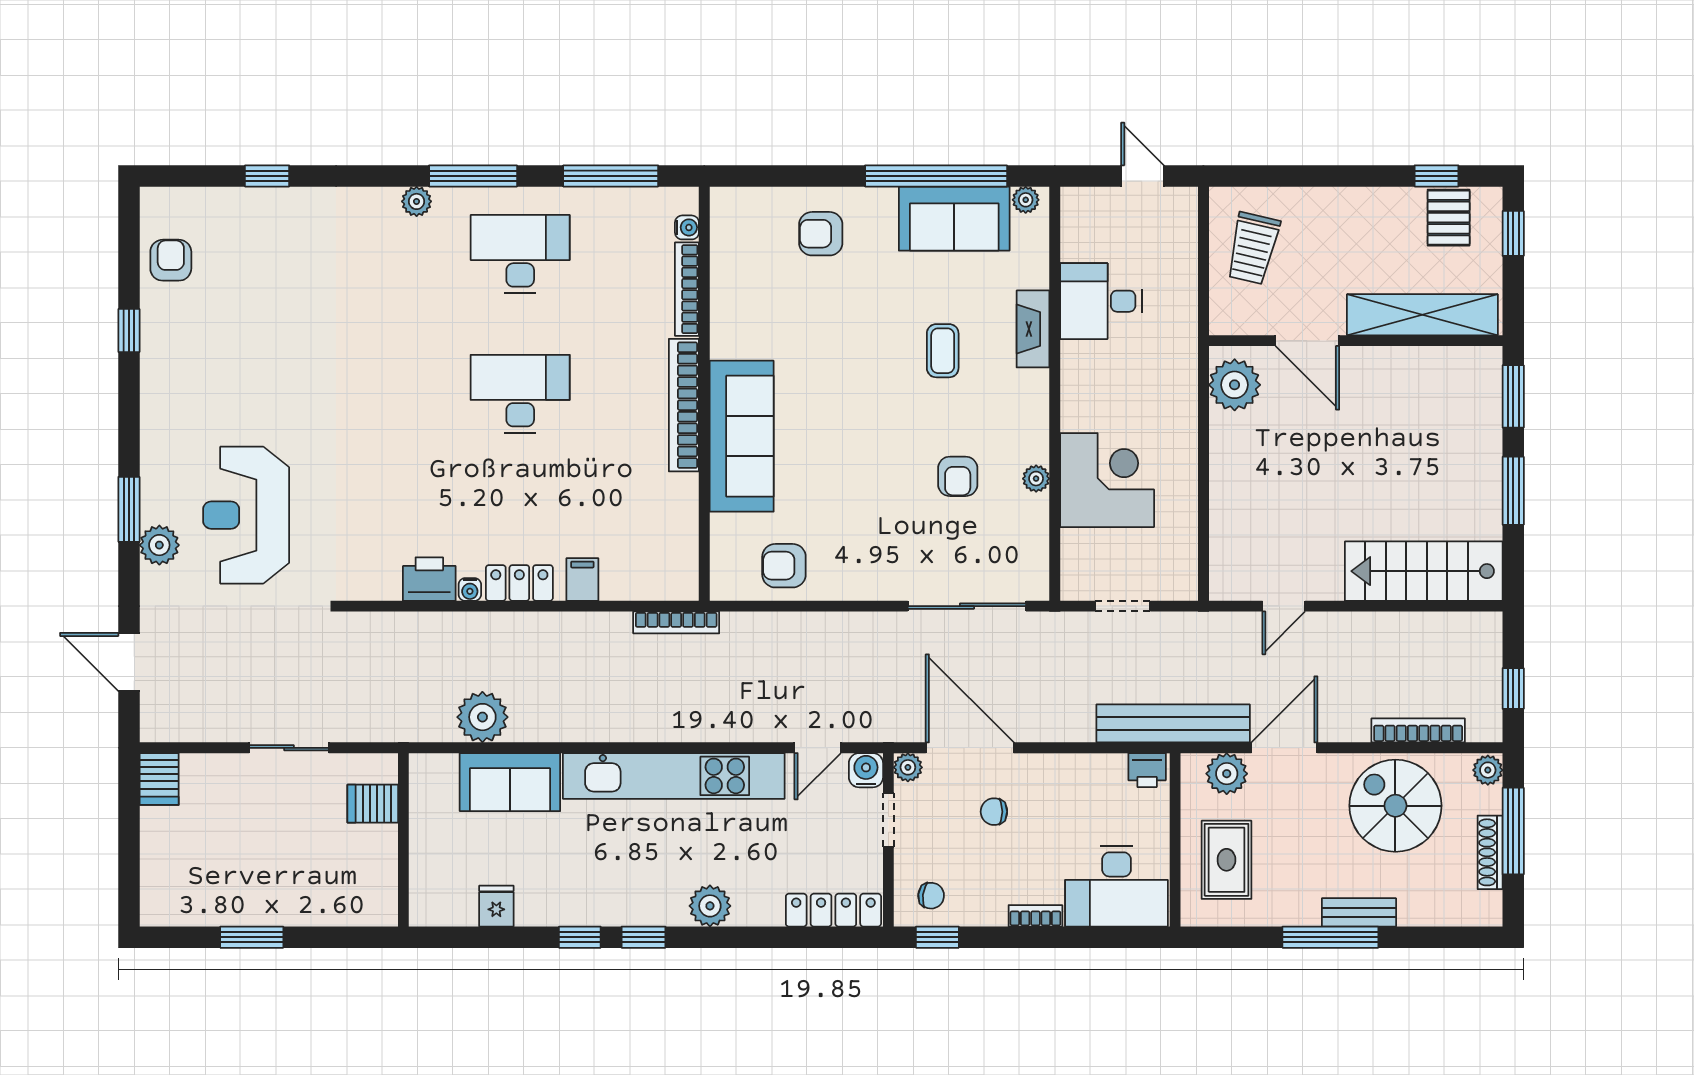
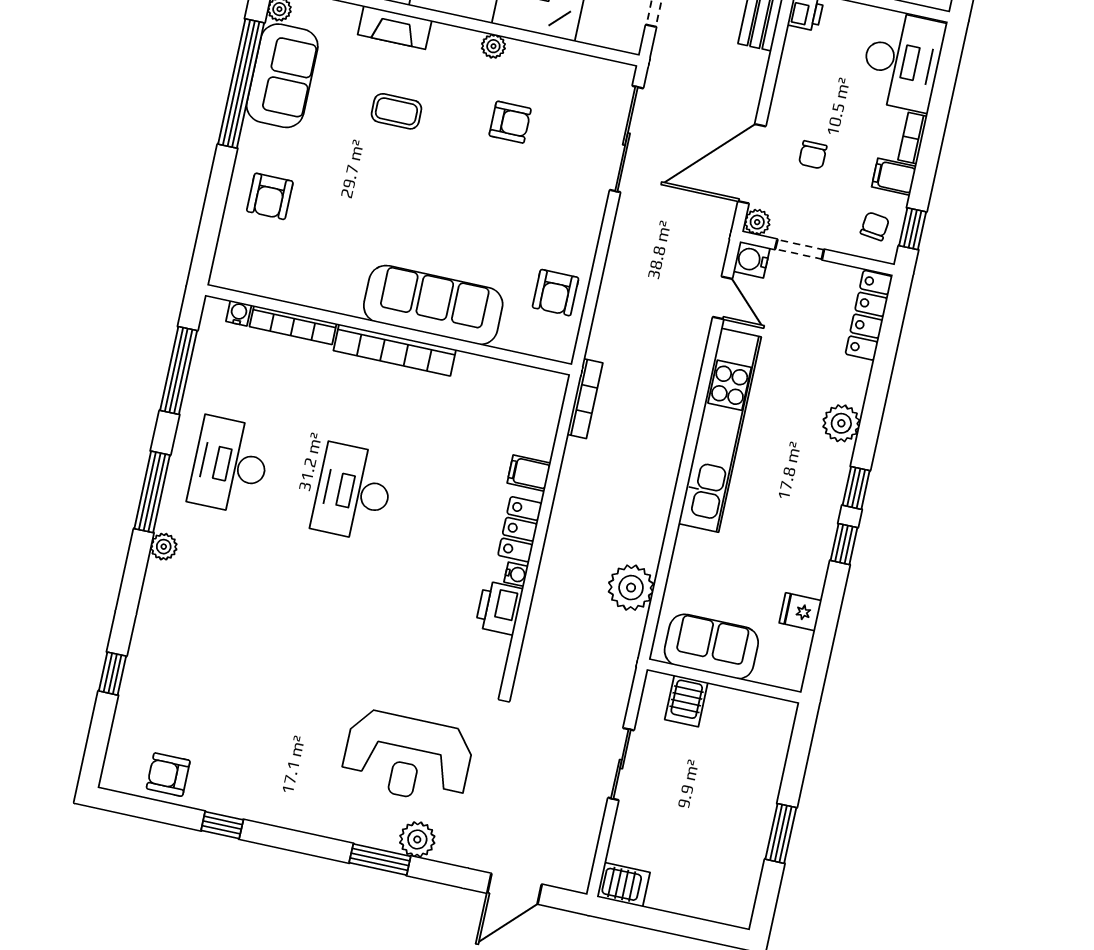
plant: (1036, 479) -> (493, 46), moved
sofa: (510, 782) -> (711, 647), moved, turned -90
filing cabinet: (989, 905) -> (894, 177), added

